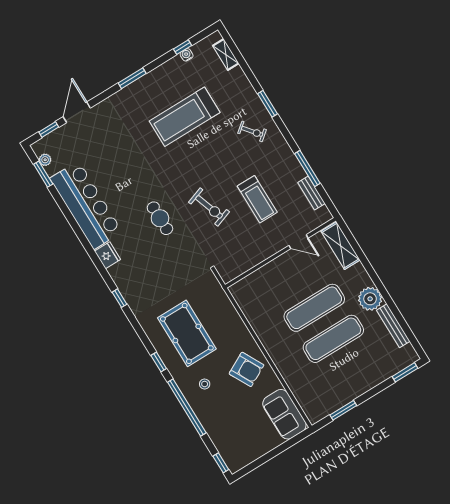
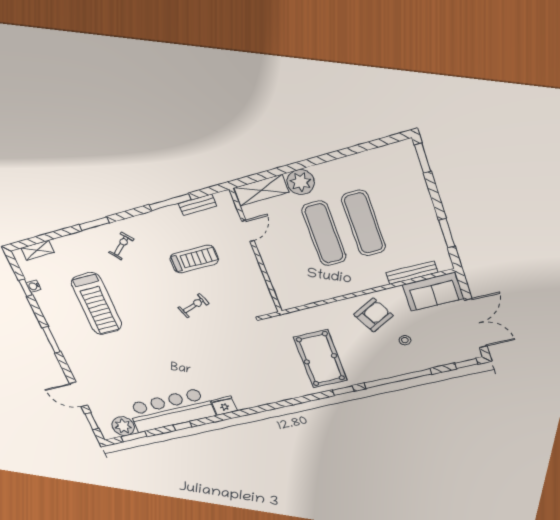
plant: (45, 160) -> (123, 426), width x1.88, depth x1.88
exercise bike: (209, 207) -> (193, 306), width x0.73, depth x0.72
cafe table: (160, 218) -> (196, 352), removed
window: (119, 298) -> (183, 426), moved
plant: (370, 299) -> (301, 182), moved
bench: (393, 326) -> (412, 273), moved
pool table: (187, 333) -> (320, 359), turned 90
stool: (205, 384) -> (405, 340), moved
double door: (264, 459) -> (476, 323), added

